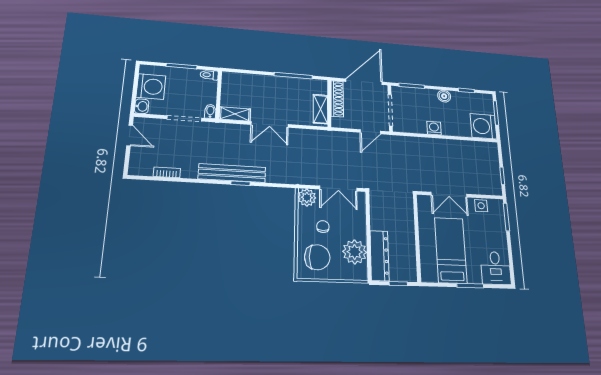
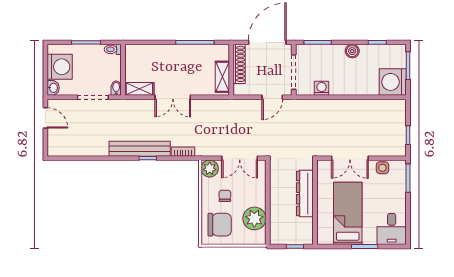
washing machine: (434, 128) -> (322, 88), moved
bookcase: (167, 172) -> (183, 152), moved
dresser: (379, 256) -> (305, 193), moved, turned 180

